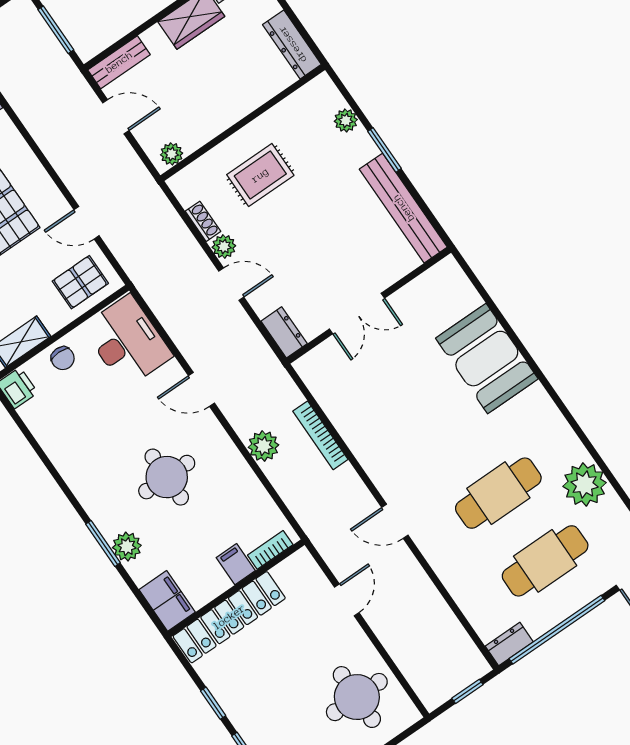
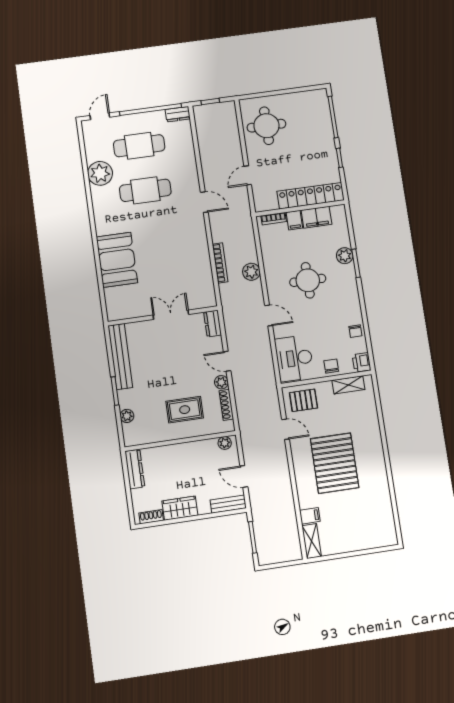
shoe rack: (203, 221) -> (226, 405), width x1.43
chair: (51, 433) -> (355, 331), added
filing cabinet: (167, 601) -> (316, 217), moved, turned -90

